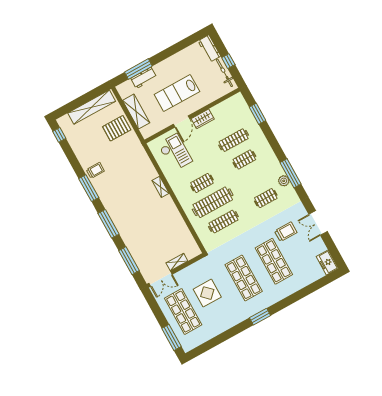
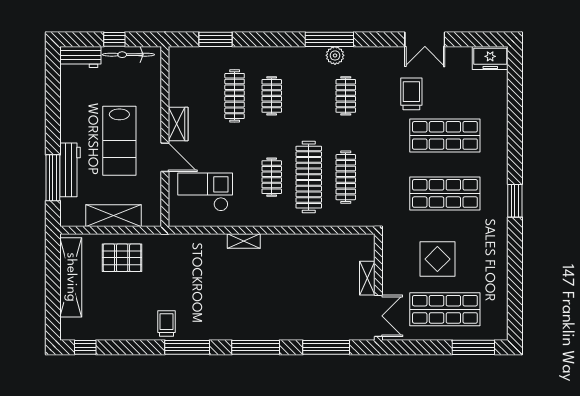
workbench: (144, 78) -> (70, 170), width x1.38
pallet: (117, 128) -> (122, 258), turned 90

